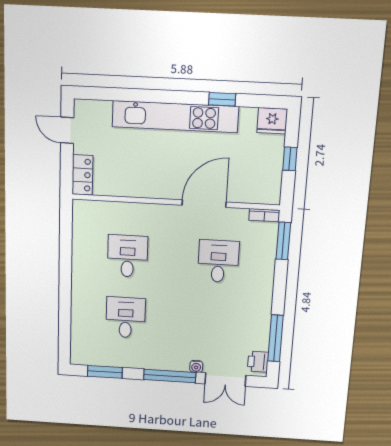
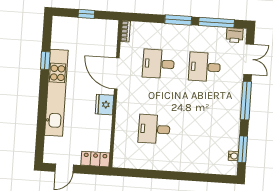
fridge: (272, 121) -> (104, 105), moved, turned 180
window: (283, 241) -> (178, 20), moved
desk: (126, 317) -> (205, 67), moved
water cooler: (196, 366) -> (233, 156), moved

